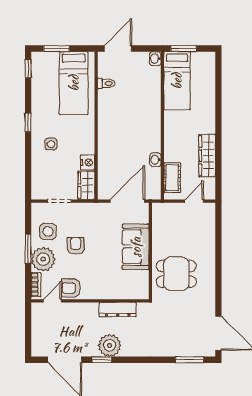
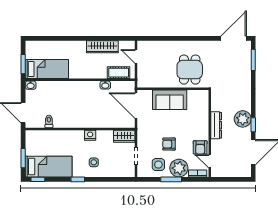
bed: (74, 83) -> (49, 167), moved
nightstand: (88, 162) -> (90, 135), moved
dresser: (118, 310) -> (216, 125), moved

